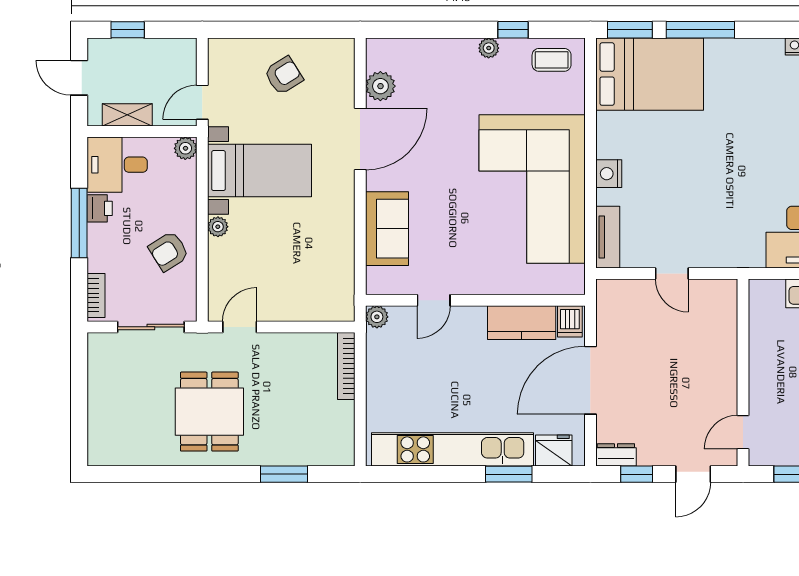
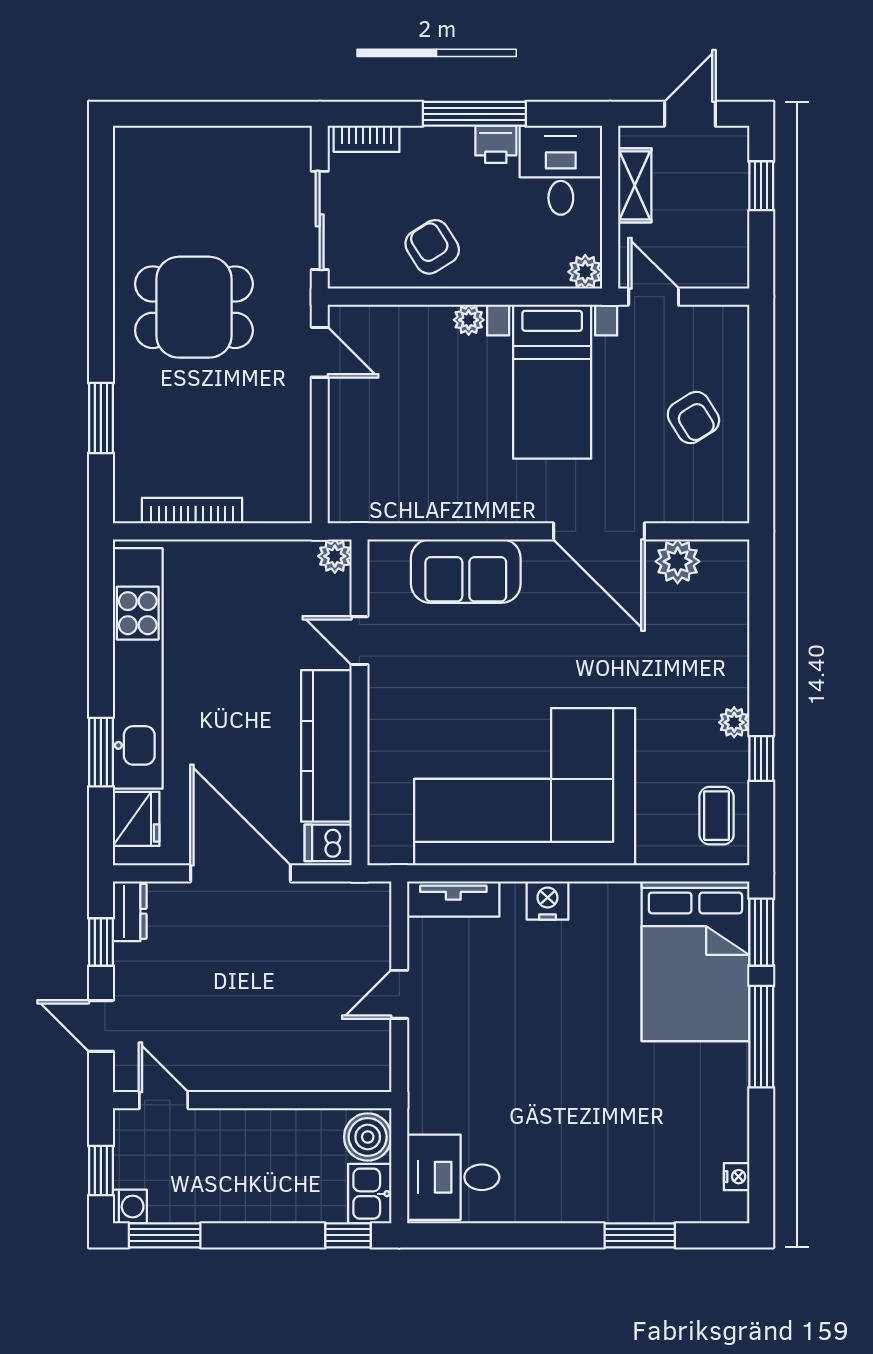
boiler: (768, 295) -> (368, 1137), added
kitchen counter: (522, 323) -> (326, 746), width x1.50
bookcase: (346, 366) -> (192, 511), moved

